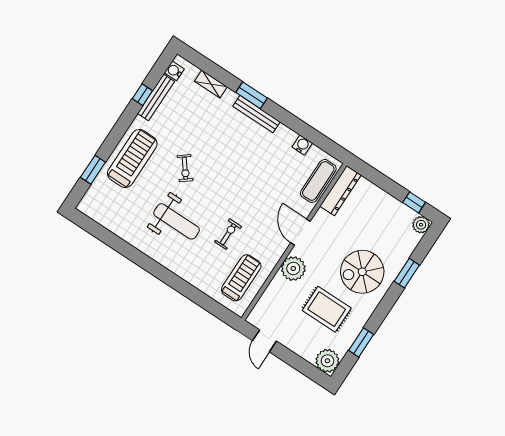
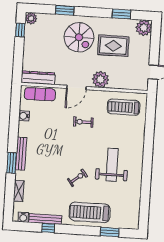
exercise bike: (228, 234) -> (83, 122), moved
rug: (327, 309) -> (113, 46), turned 90

